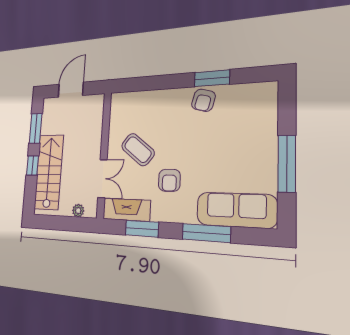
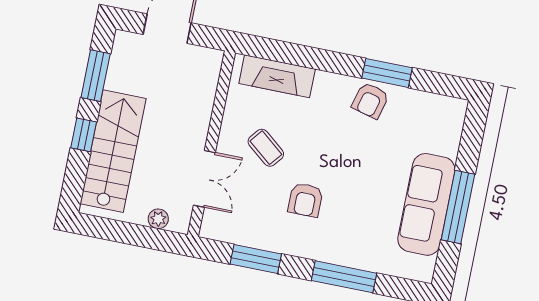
coffee table: (138, 150) -> (266, 148), width x0.73, depth x0.77
fireplace: (126, 210) -> (277, 76), moved, turned 180
sofa: (236, 210) -> (426, 204), moved, turned -90

